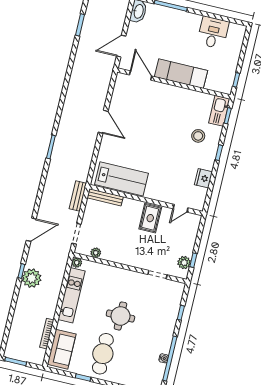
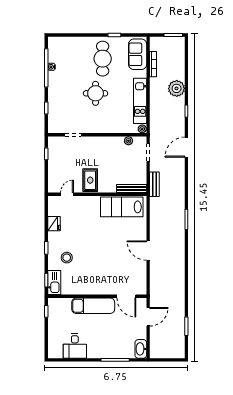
plant: (184, 263) -> (53, 150), removed
plant: (32, 278) -> (177, 88), moved

